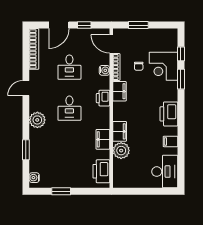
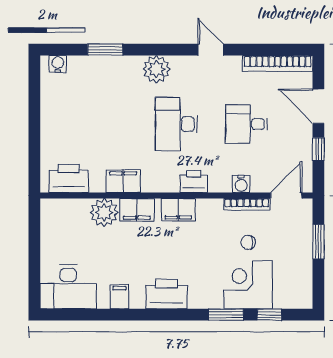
filing cabinet: (119, 91) -> (178, 210), moved
desk: (69, 108) -> (176, 124), width x1.37
window: (61, 191) -> (34, 110), removed

